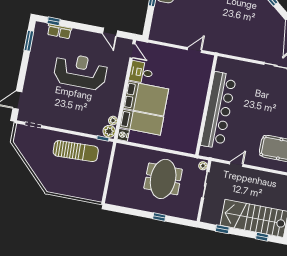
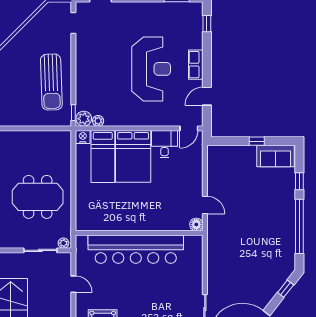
row of seats: (59, 31) -> (196, 65), moved
floor lamp: (208, 60) -> (196, 224), added

